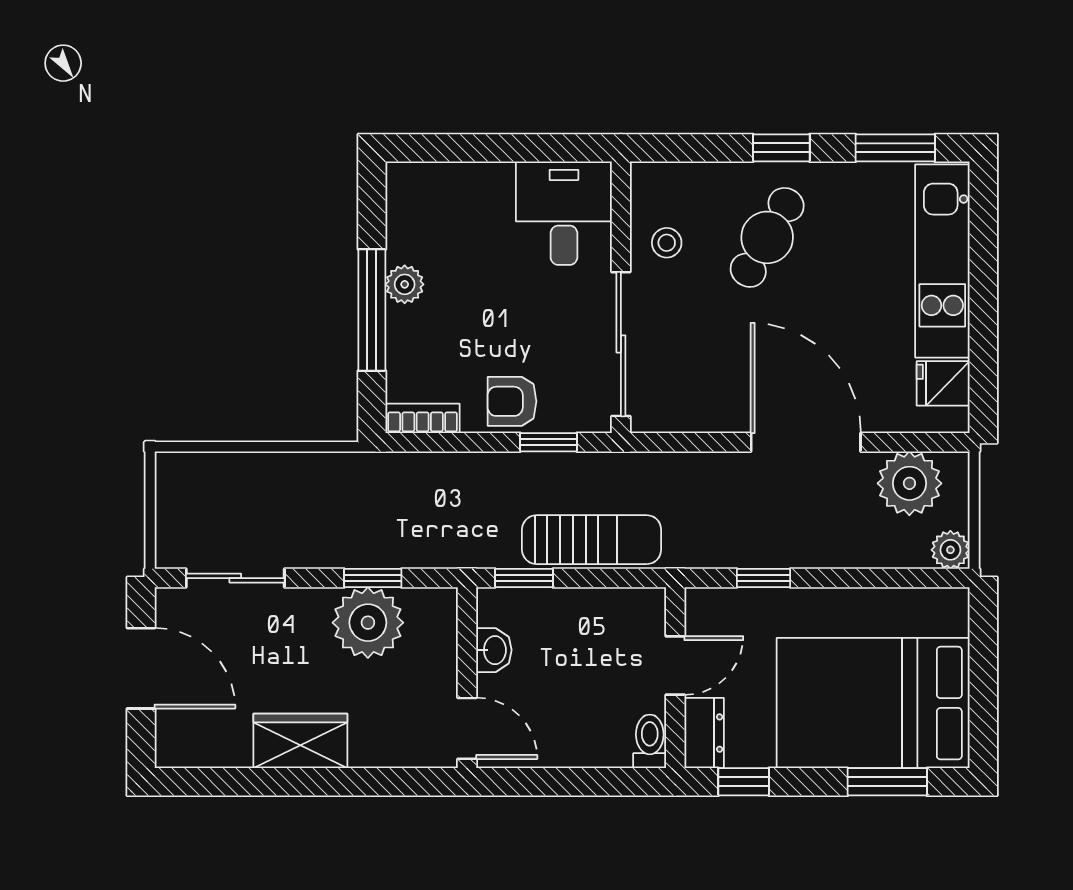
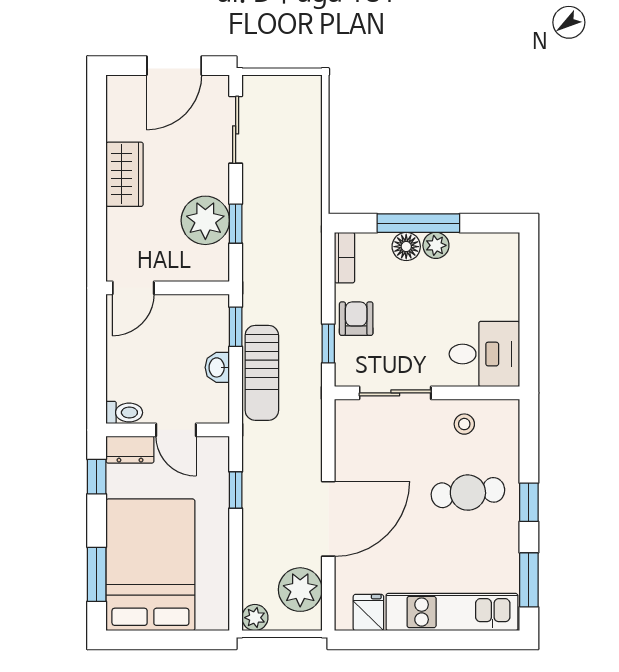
cafe table: (767, 237) -> (468, 493), turned -36
floor lamp: (406, 328) -> (406, 247), added
sliding door: (621, 344) -> (395, 393), width x0.73
washbasin: (494, 650) -> (217, 367), moved, turned 90

